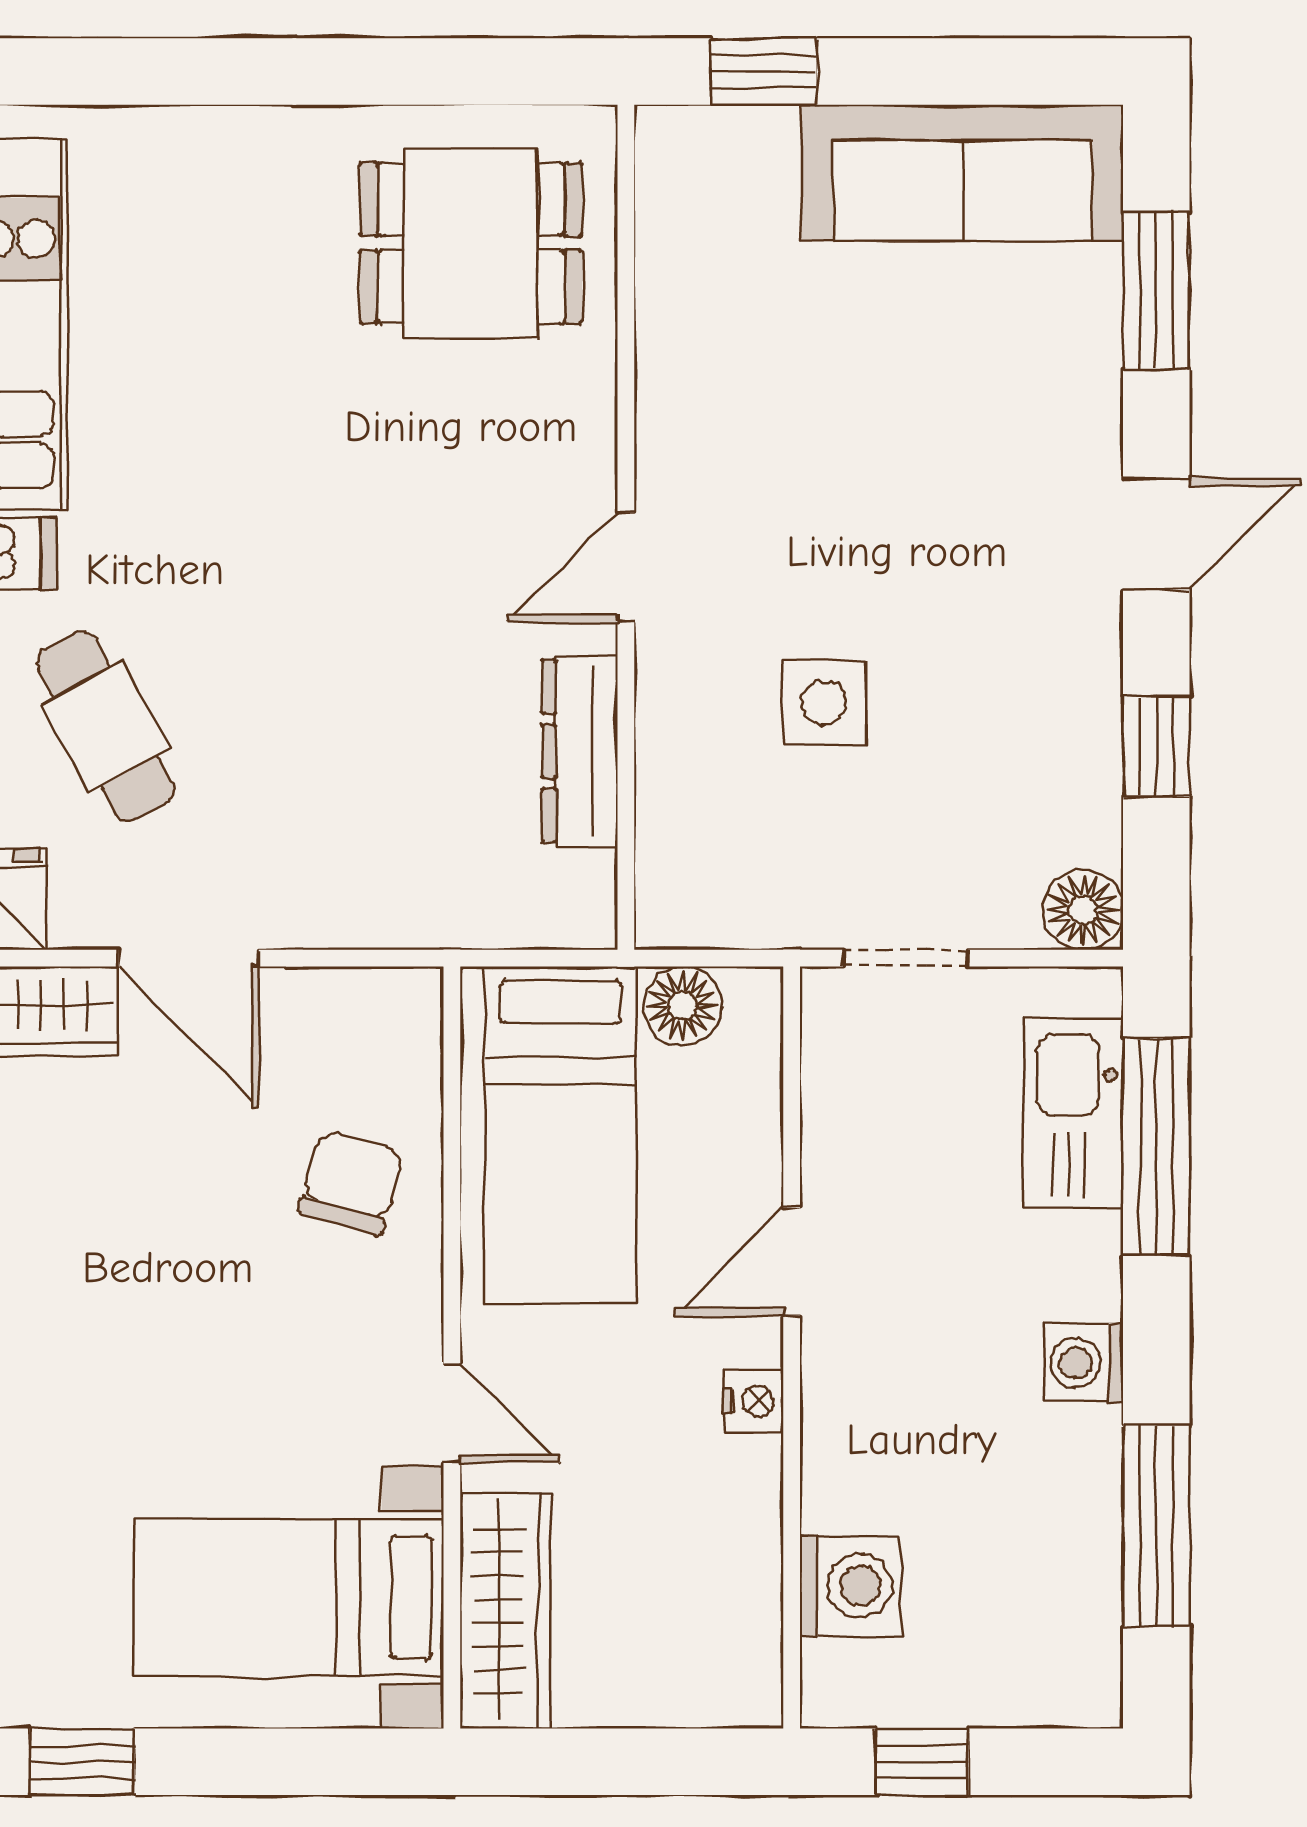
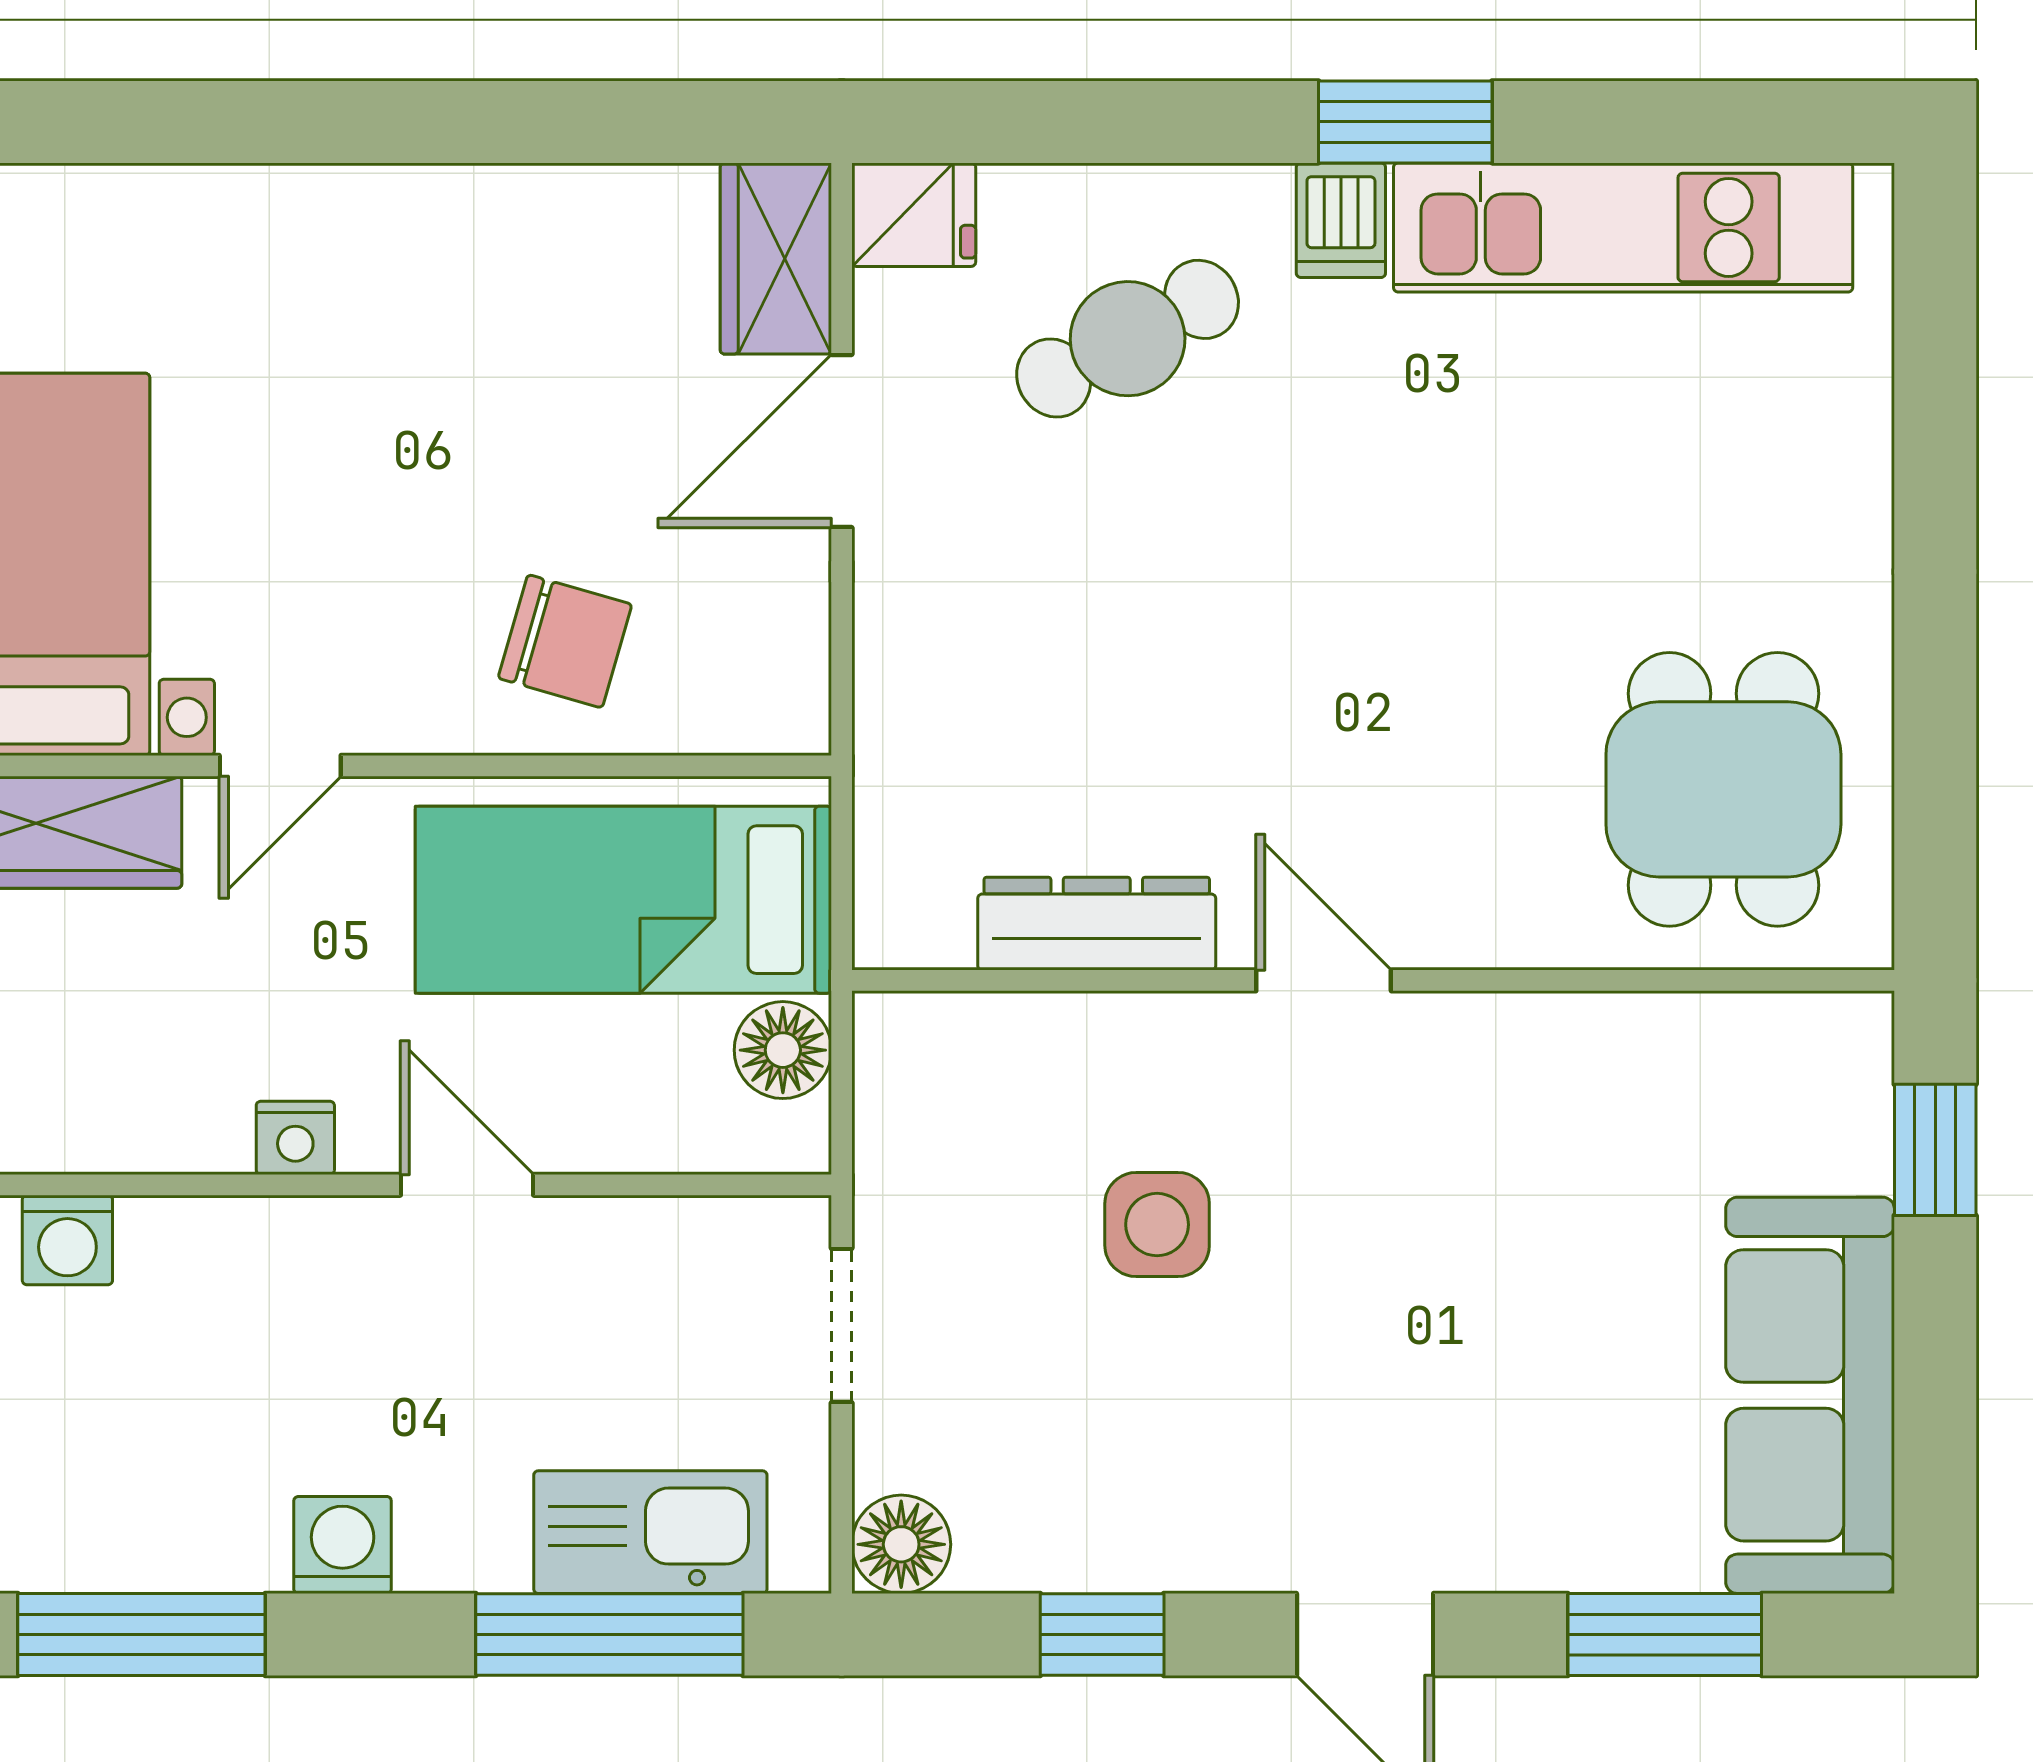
washing machine: (850, 1586) -> (67, 1240), width x0.73, depth x0.73

